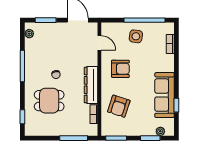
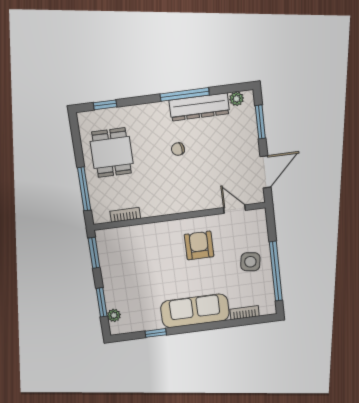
door: (99, 43) -> (234, 209), swing flipped
armchair: (120, 69) -> (199, 245), turned 180
dresser: (91, 85) -> (199, 107), moved, turned 180
sofa: (164, 95) -> (195, 311), moved
dining table: (49, 101) -> (112, 153), moved
armchair: (119, 106) -> (143, 250), removed

